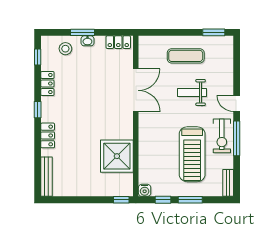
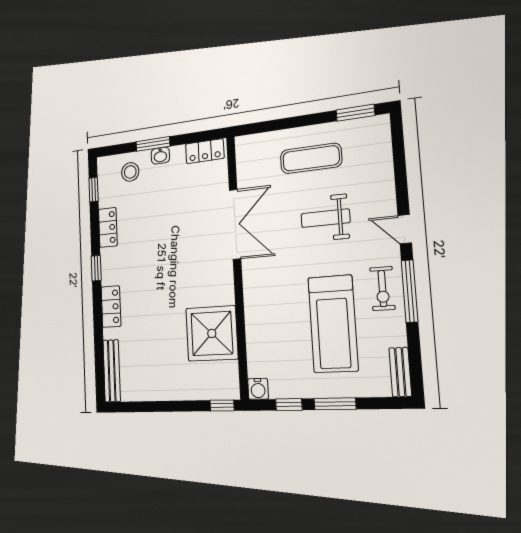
exercise bike: (222, 136) -> (382, 289), width x0.73, depth x0.72

